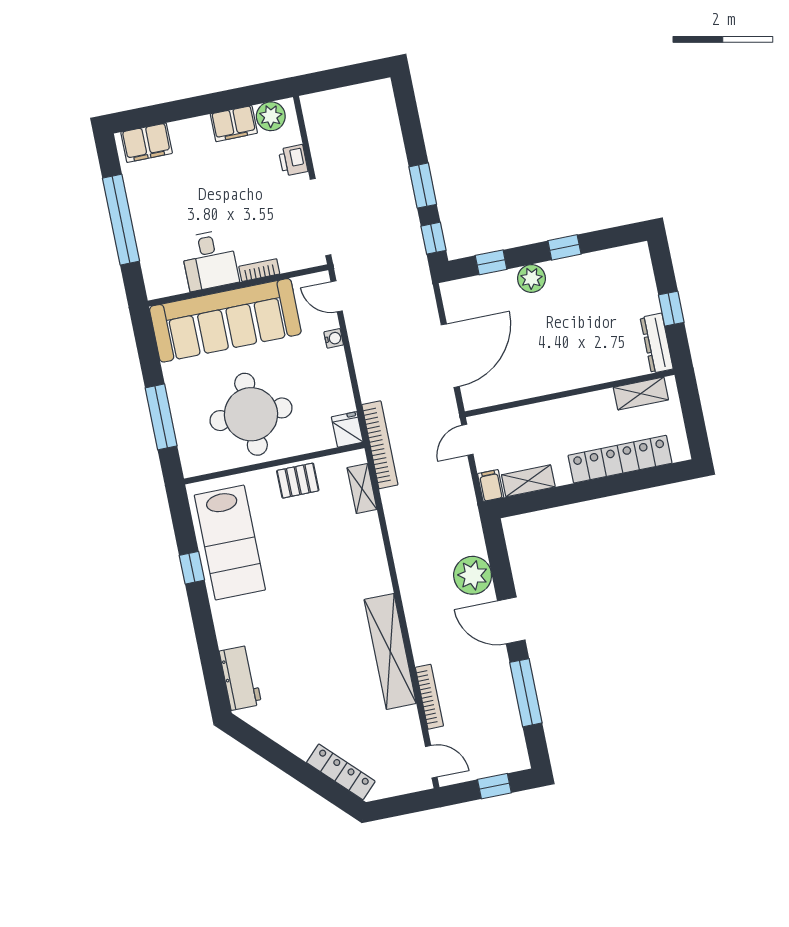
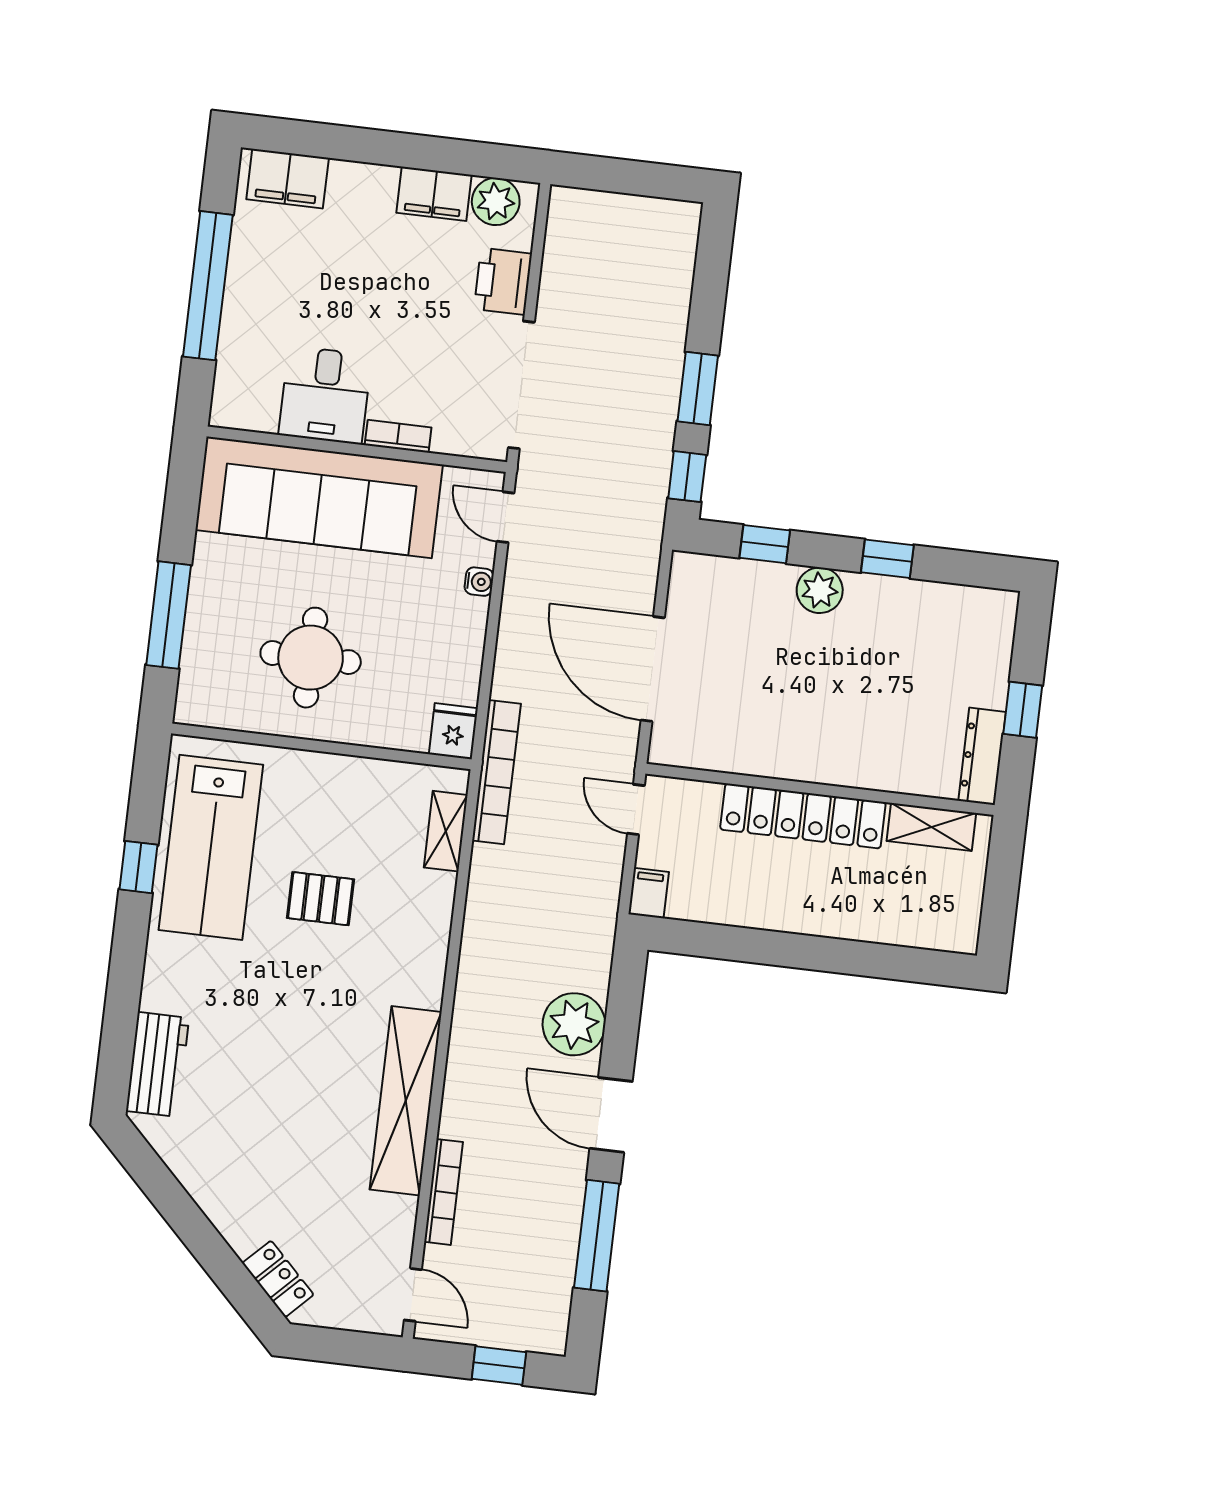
printer: (293, 160) -> (503, 281), width x1.36, depth x1.24
door: (450, 356) -> (653, 669), swing flipped
round table: (251, 414) -> (311, 658), width x0.73, depth x0.73
door: (467, 440) -> (636, 809), hinge flipped
locker: (620, 459) -> (803, 816), moved, turned 180
pallet: (298, 481) -> (321, 899), moved
shelving: (528, 481) -> (710, 905), removed
locker: (341, 772) -> (278, 1279), width x0.66

